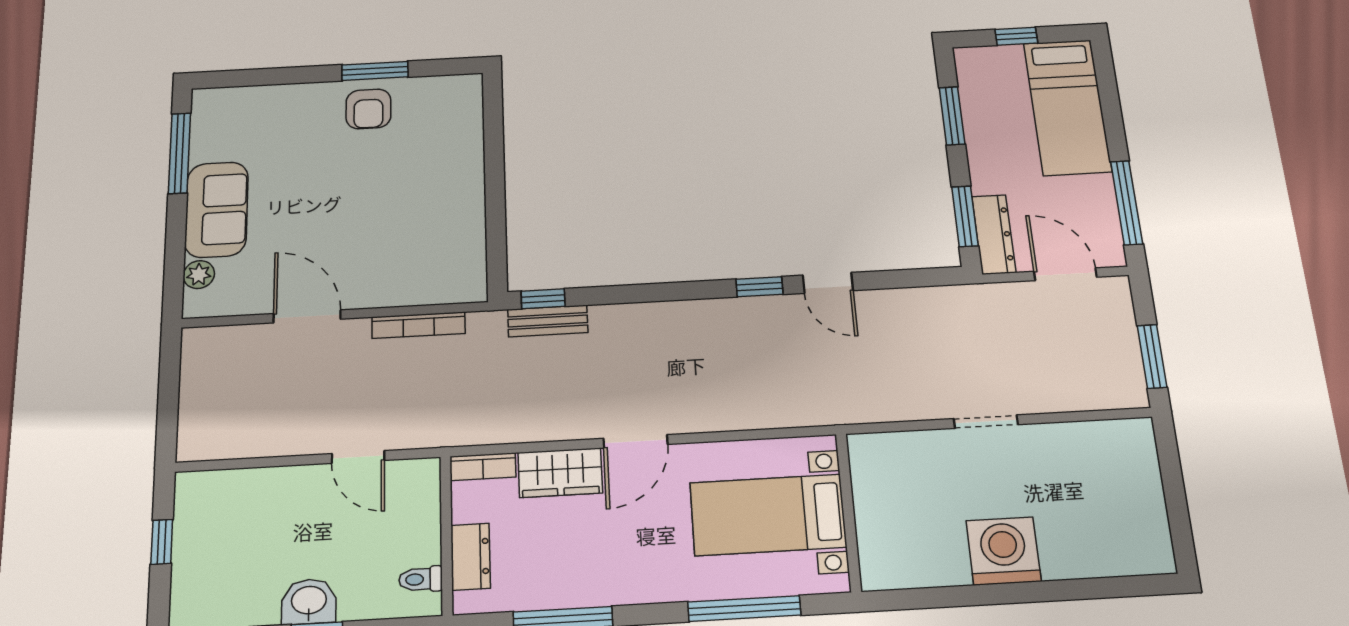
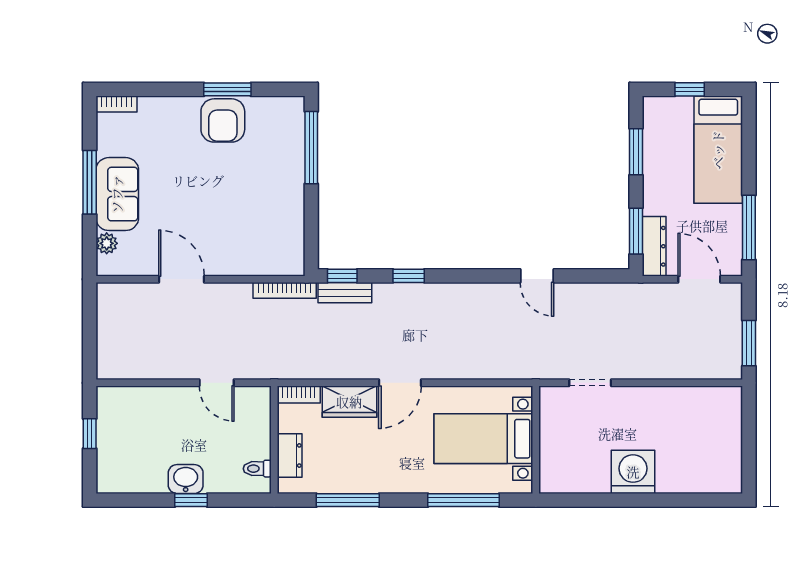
bookcase: (220, 97) -> (116, 104), added
armchair: (368, 109) -> (223, 120), width x1.38, depth x1.38
window: (493, 136) -> (311, 148), added
window: (179, 153) -> (90, 182), moved
window: (759, 287) -> (409, 276), moved
bookcase: (419, 325) -> (285, 290), moved
doorway: (986, 422) -> (590, 383), moved

